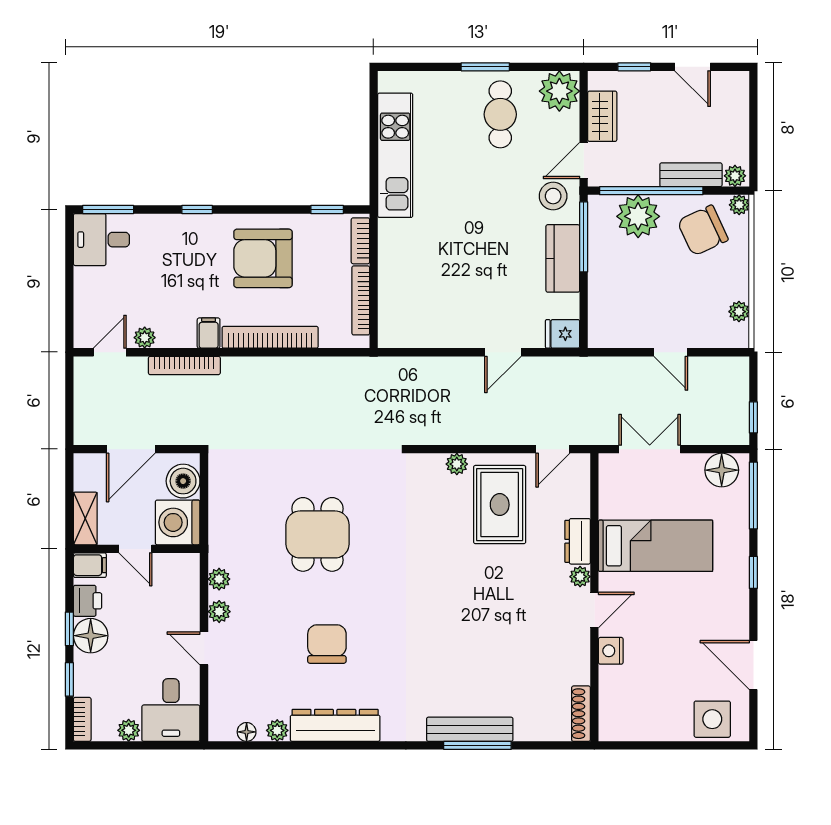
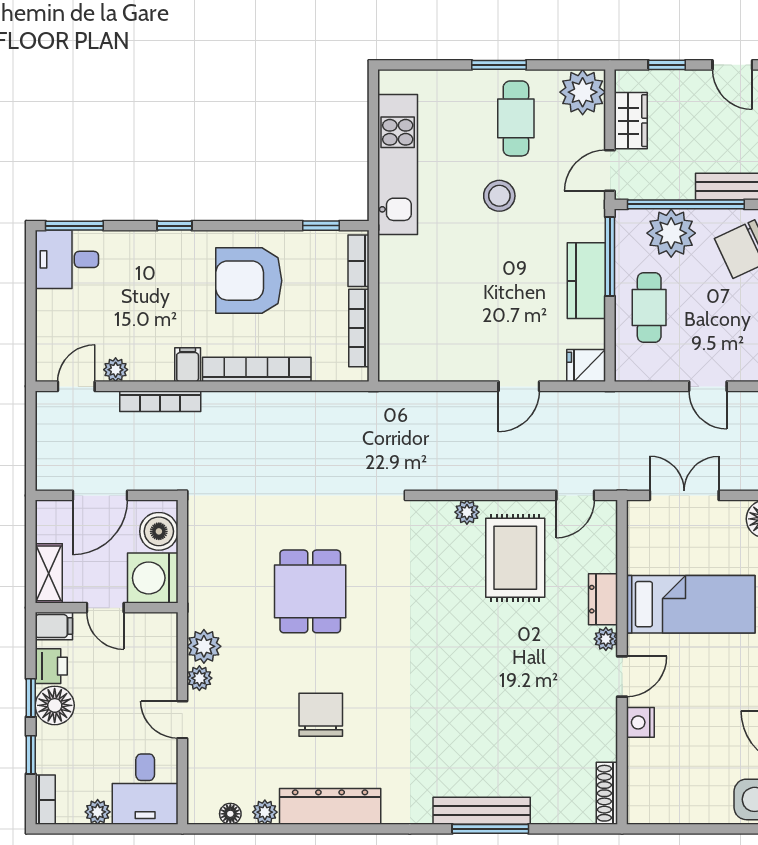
stool: (553, 196) -> (499, 196), moved
cafe table: (619, 282) -> (649, 308), added
plant: (219, 579) -> (204, 646), width x1.38, depth x1.38

